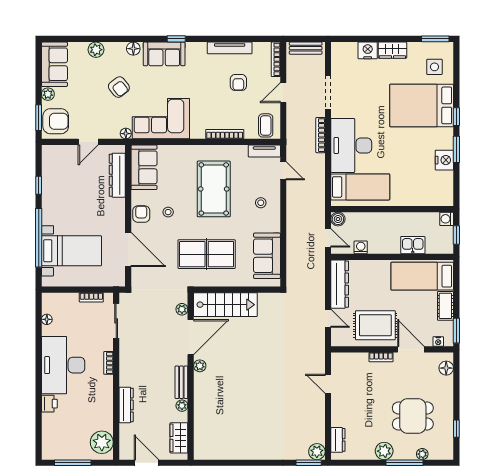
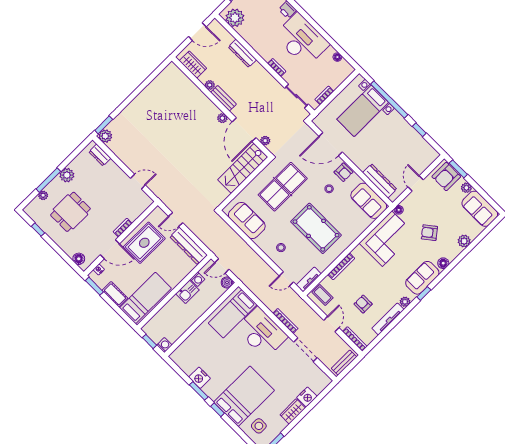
plant: (200, 48) -> (405, 302), added
kitchen sink: (413, 245) -> (187, 292), moved

